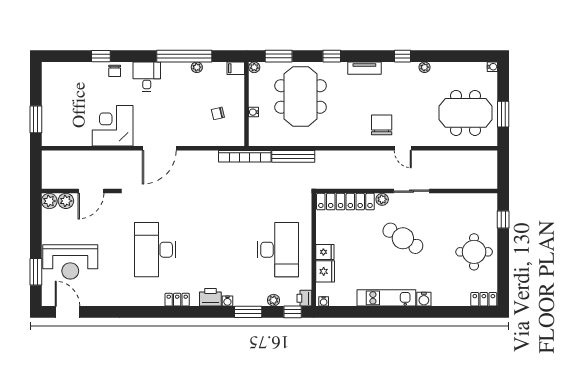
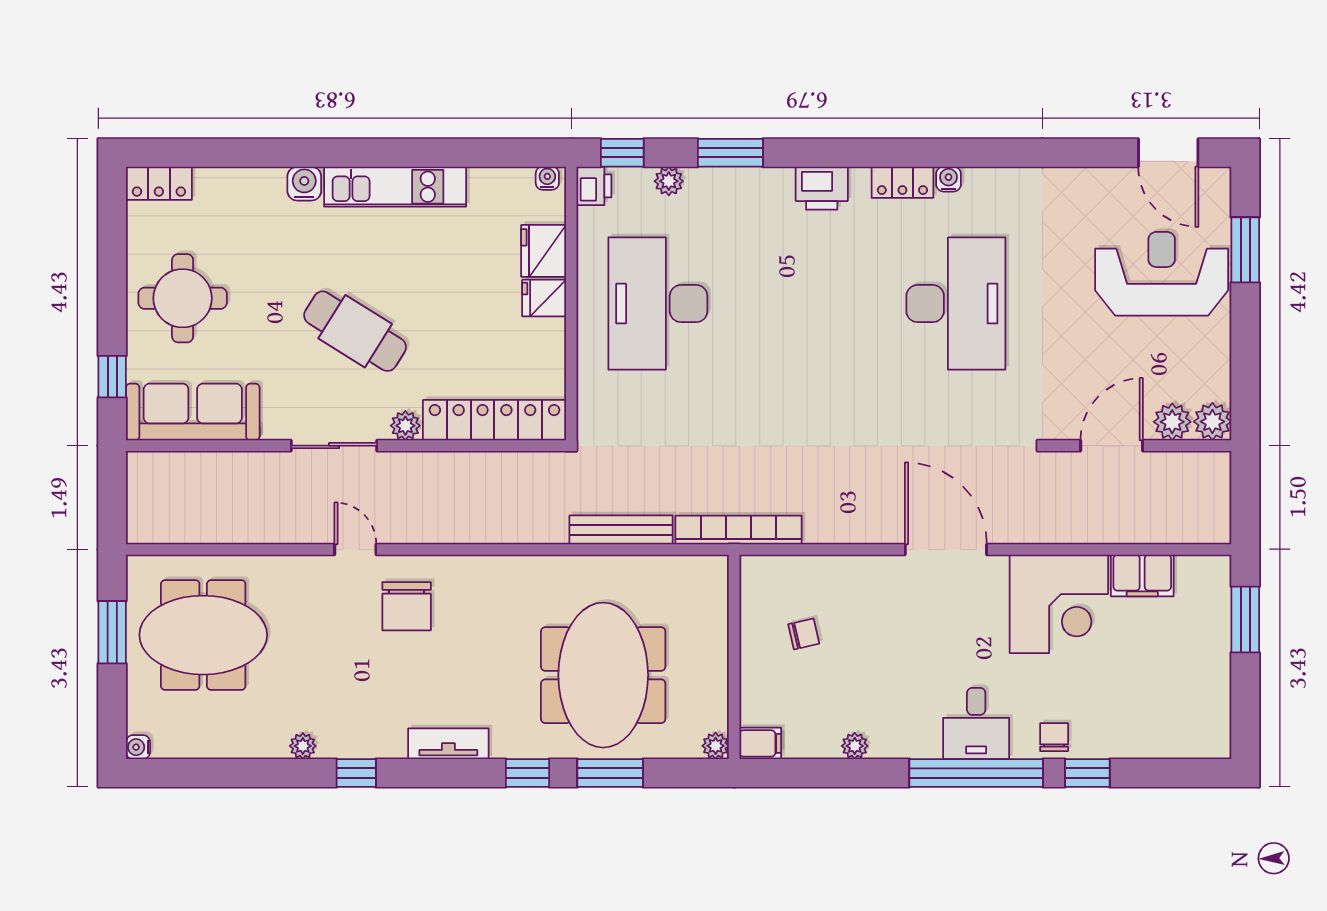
window: (184, 56) -> (976, 773), moved
window: (279, 56) -> (610, 773), moved
water cooler: (254, 112) -> (717, 637), removed
filing cabinet: (78, 137) -> (1142, 576), added
door: (159, 148) -> (946, 550), hinge flipped
sofa: (470, 205) -> (193, 412), added
water cooler: (227, 301) -> (949, 179), moved

